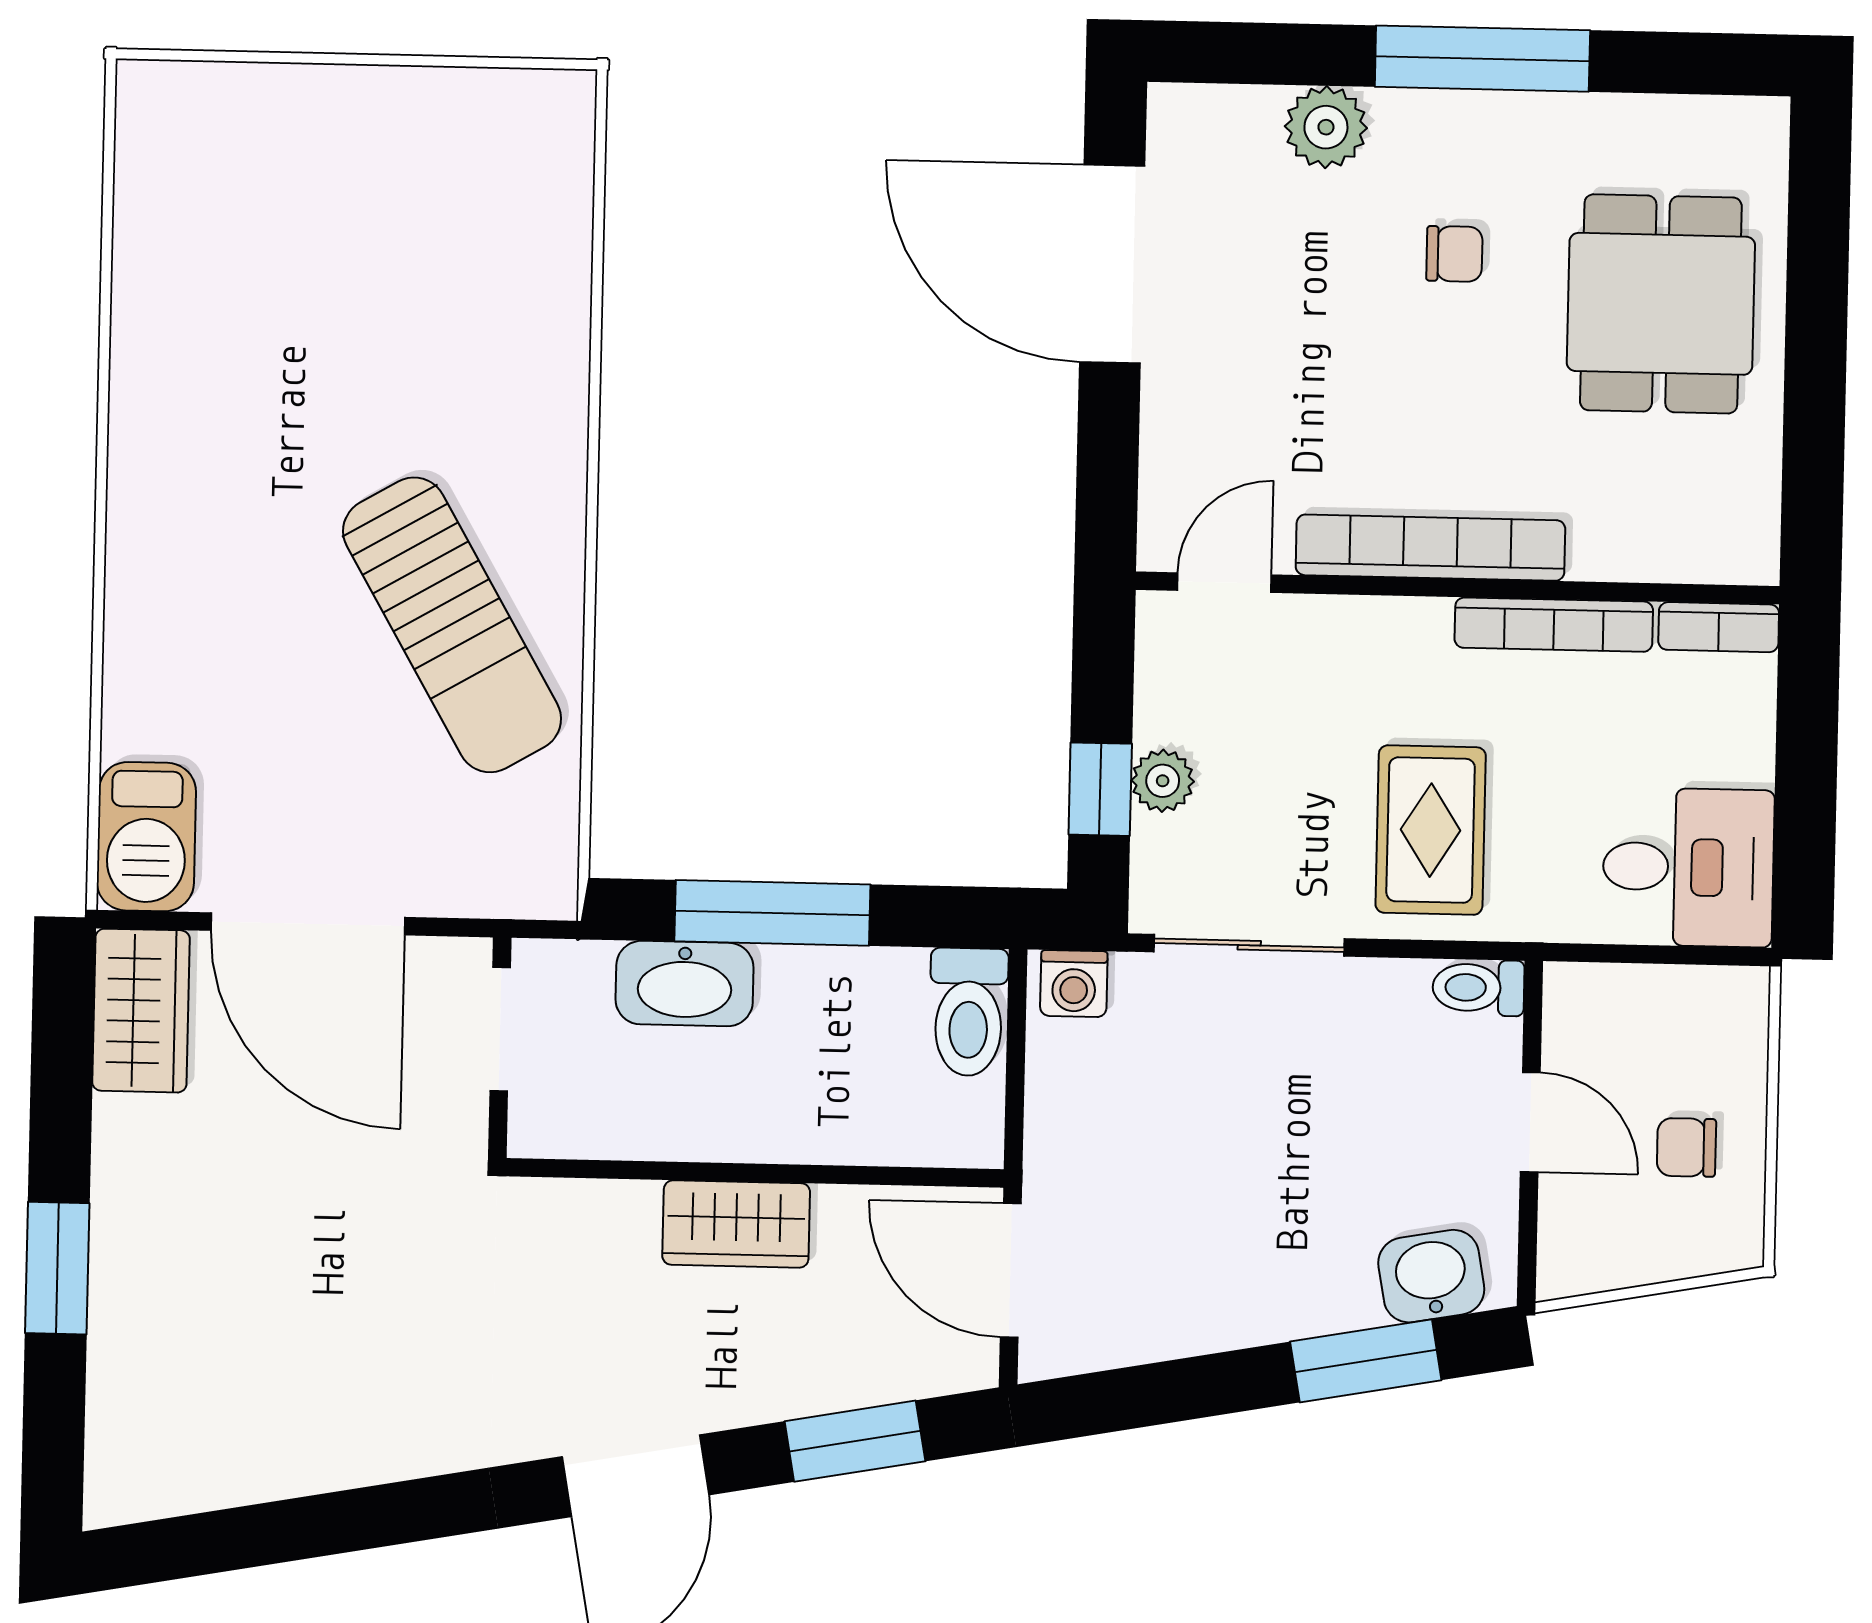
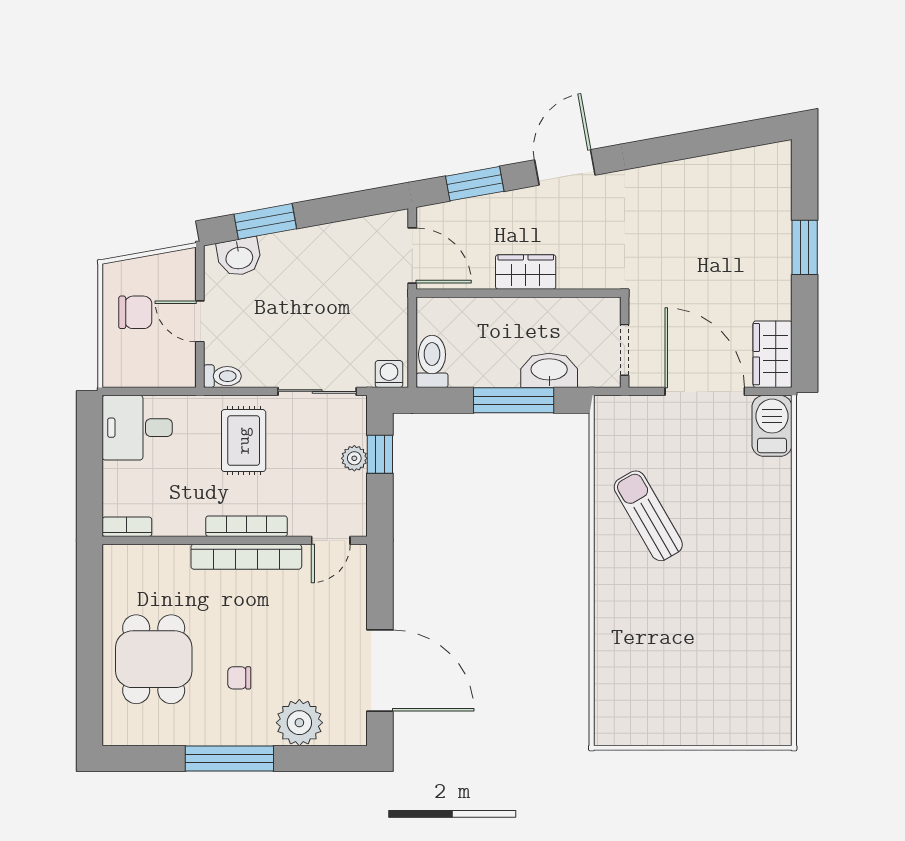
plant: (1326, 127) -> (299, 723), width x1.36, depth x1.36
sun lounger: (452, 625) -> (648, 516), width x0.73, depth x0.75
bookcase: (1554, 625) -> (247, 526), moved
chair: (1686, 1147) -> (135, 312), width x1.37, depth x1.37

